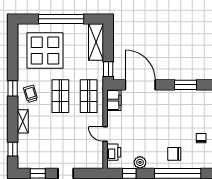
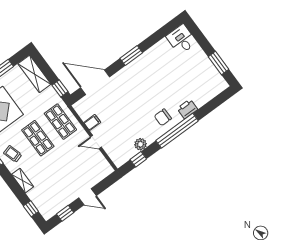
filing cabinet: (114, 100) -> (92, 122), moved, width x0.50
chair: (201, 138) -> (175, 89), removed
printer: (114, 152) -> (187, 109), moved, turned -90

